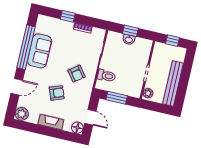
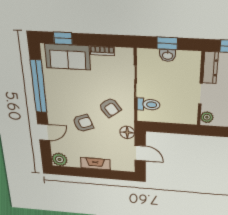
window: (68, 16) -> (63, 38), moved
sofa: (40, 51) -> (68, 57), moved, turned 90
dresser: (157, 54) -> (210, 68), added
armchair: (57, 93) -> (83, 123), moved
window: (117, 98) -> (167, 128), removed
floor lamp: (77, 128) -> (127, 132), moved

